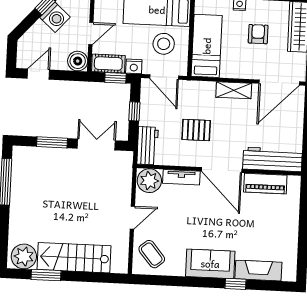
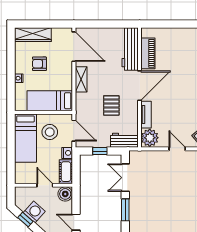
door: (164, 77) -> (74, 131), hinge flipped
window: (115, 78) -> (76, 166), removed

